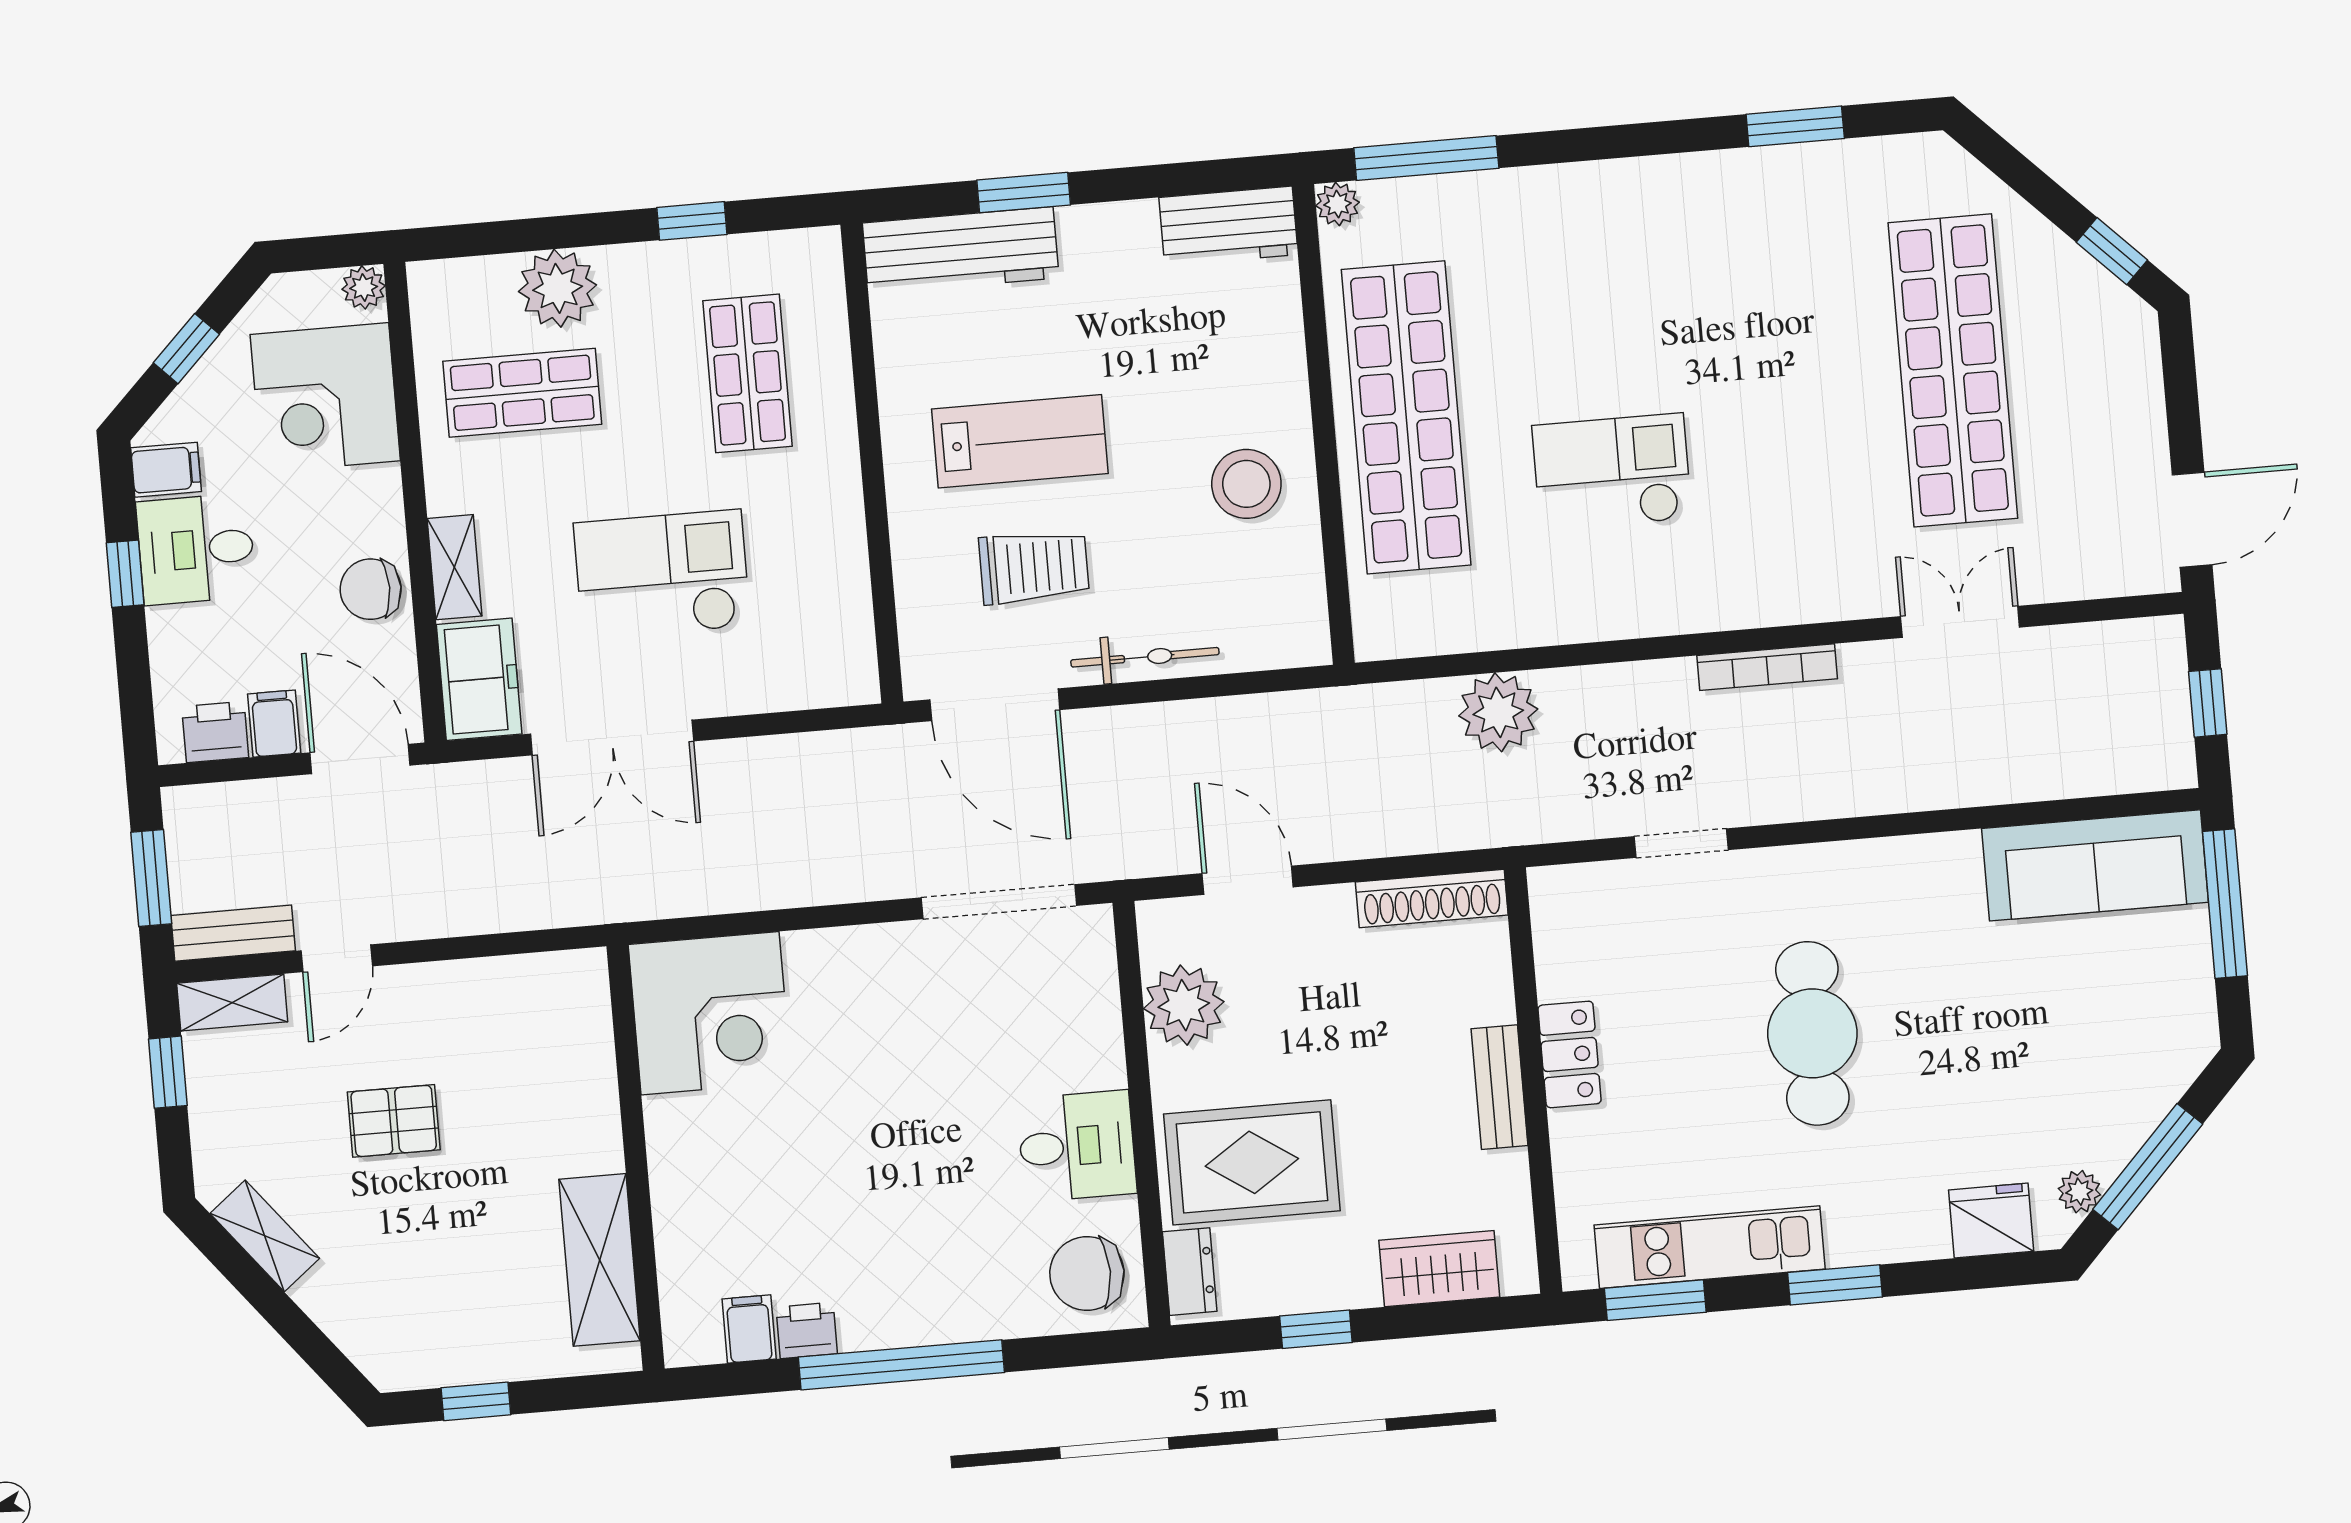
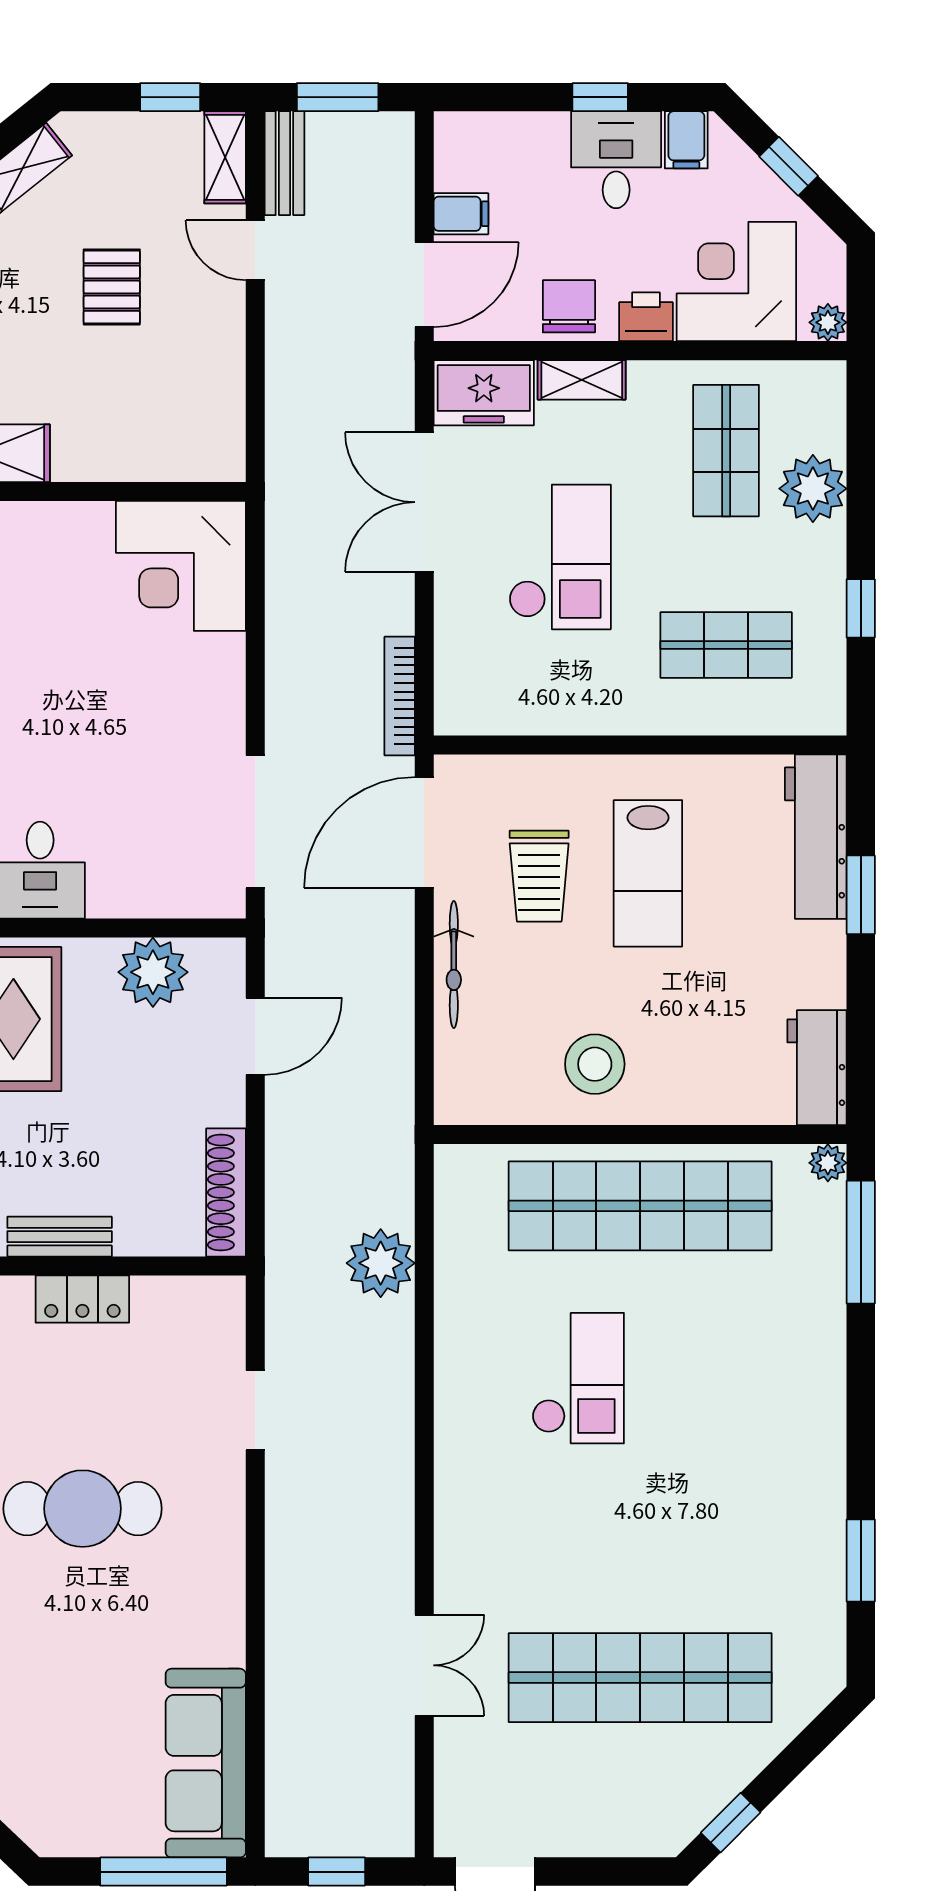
bookcase: (1767, 667) -> (400, 696), moved
printer: (215, 732) -> (646, 317), moved, turned -90

